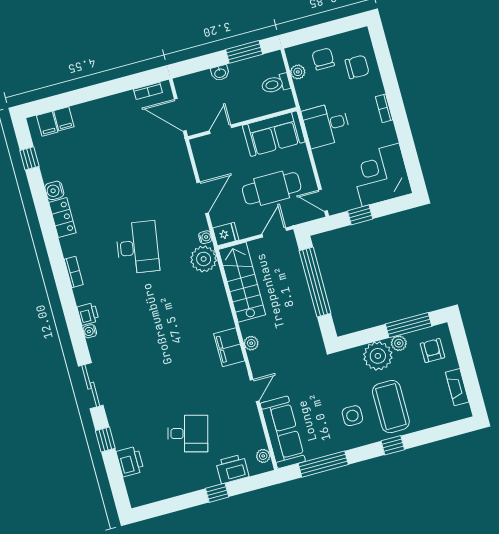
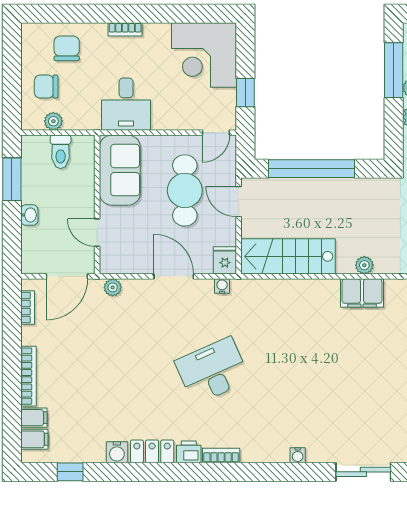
bookcase: (95, 106) -> (29, 376), added
desk: (138, 247) -> (212, 371), turned -33
plant: (204, 259) -> (113, 287), moved, width x0.53, depth x0.53
printer: (88, 314) -> (189, 452), moved

